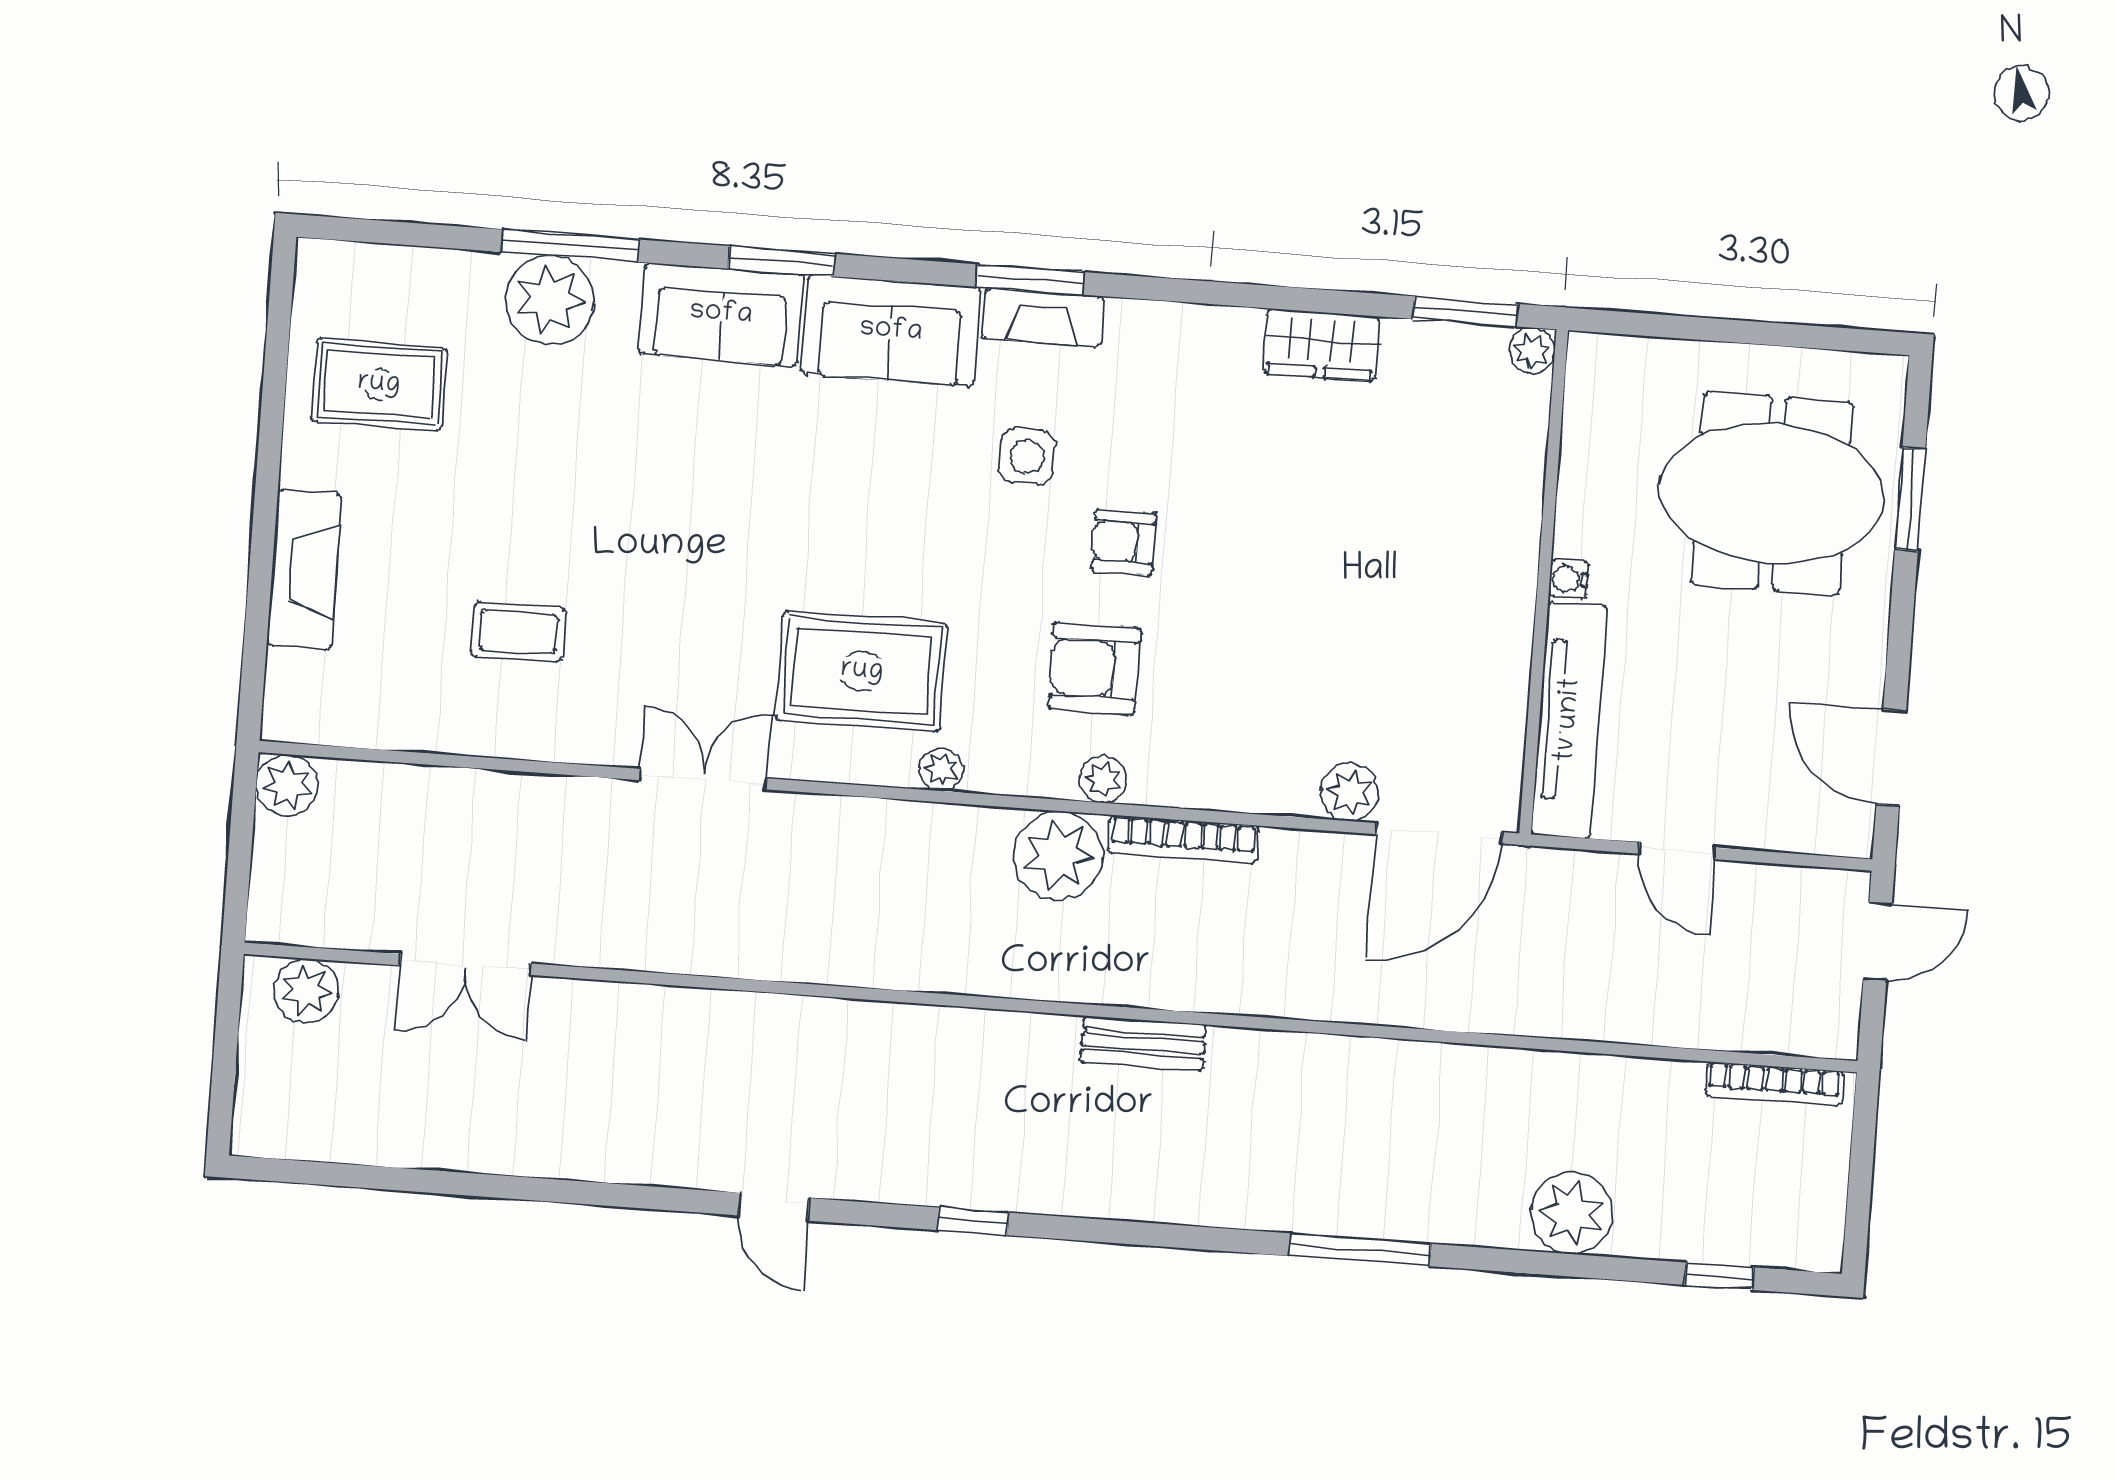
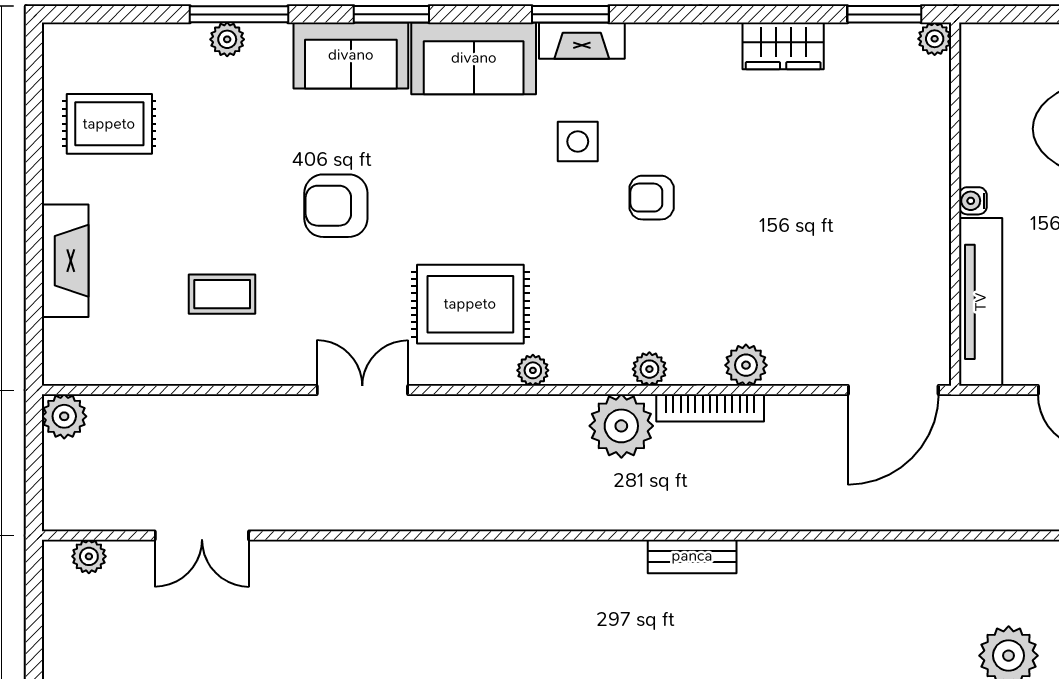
plant: (550, 300) -> (227, 39), width x0.53, depth x0.53
armchair: (1094, 668) -> (336, 206), moved
plant: (1349, 792) -> (746, 365), moved
plant: (306, 991) -> (89, 556), width x0.73, depth x0.73

